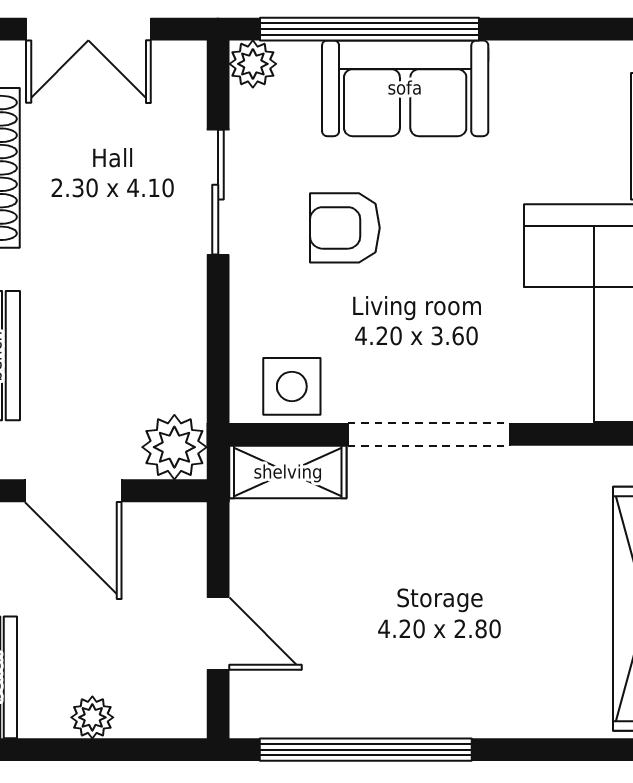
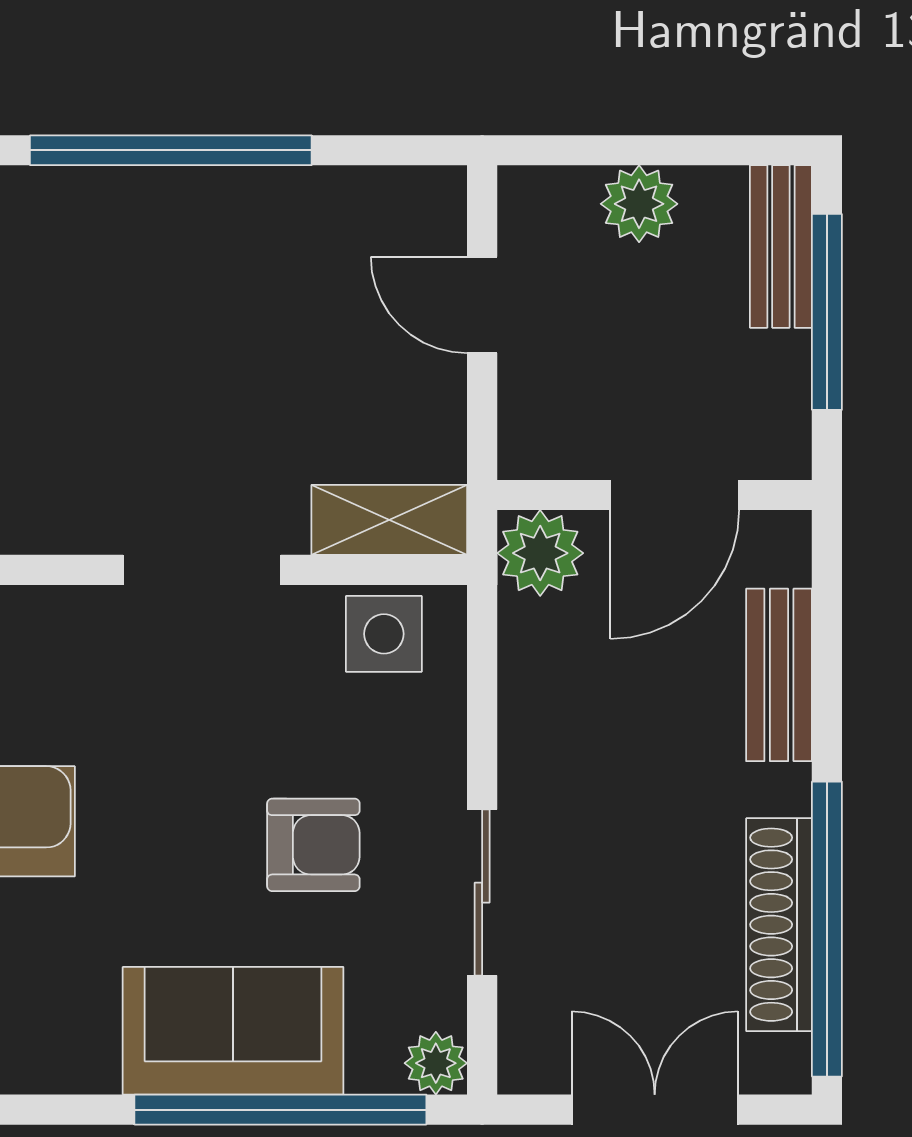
doorway: (429, 434) -> (202, 570), width x0.73
door: (73, 491) -> (675, 495), swing flipped
plant: (92, 717) -> (639, 204), width x1.38, depth x1.38
window: (366, 750) -> (171, 150), moved

